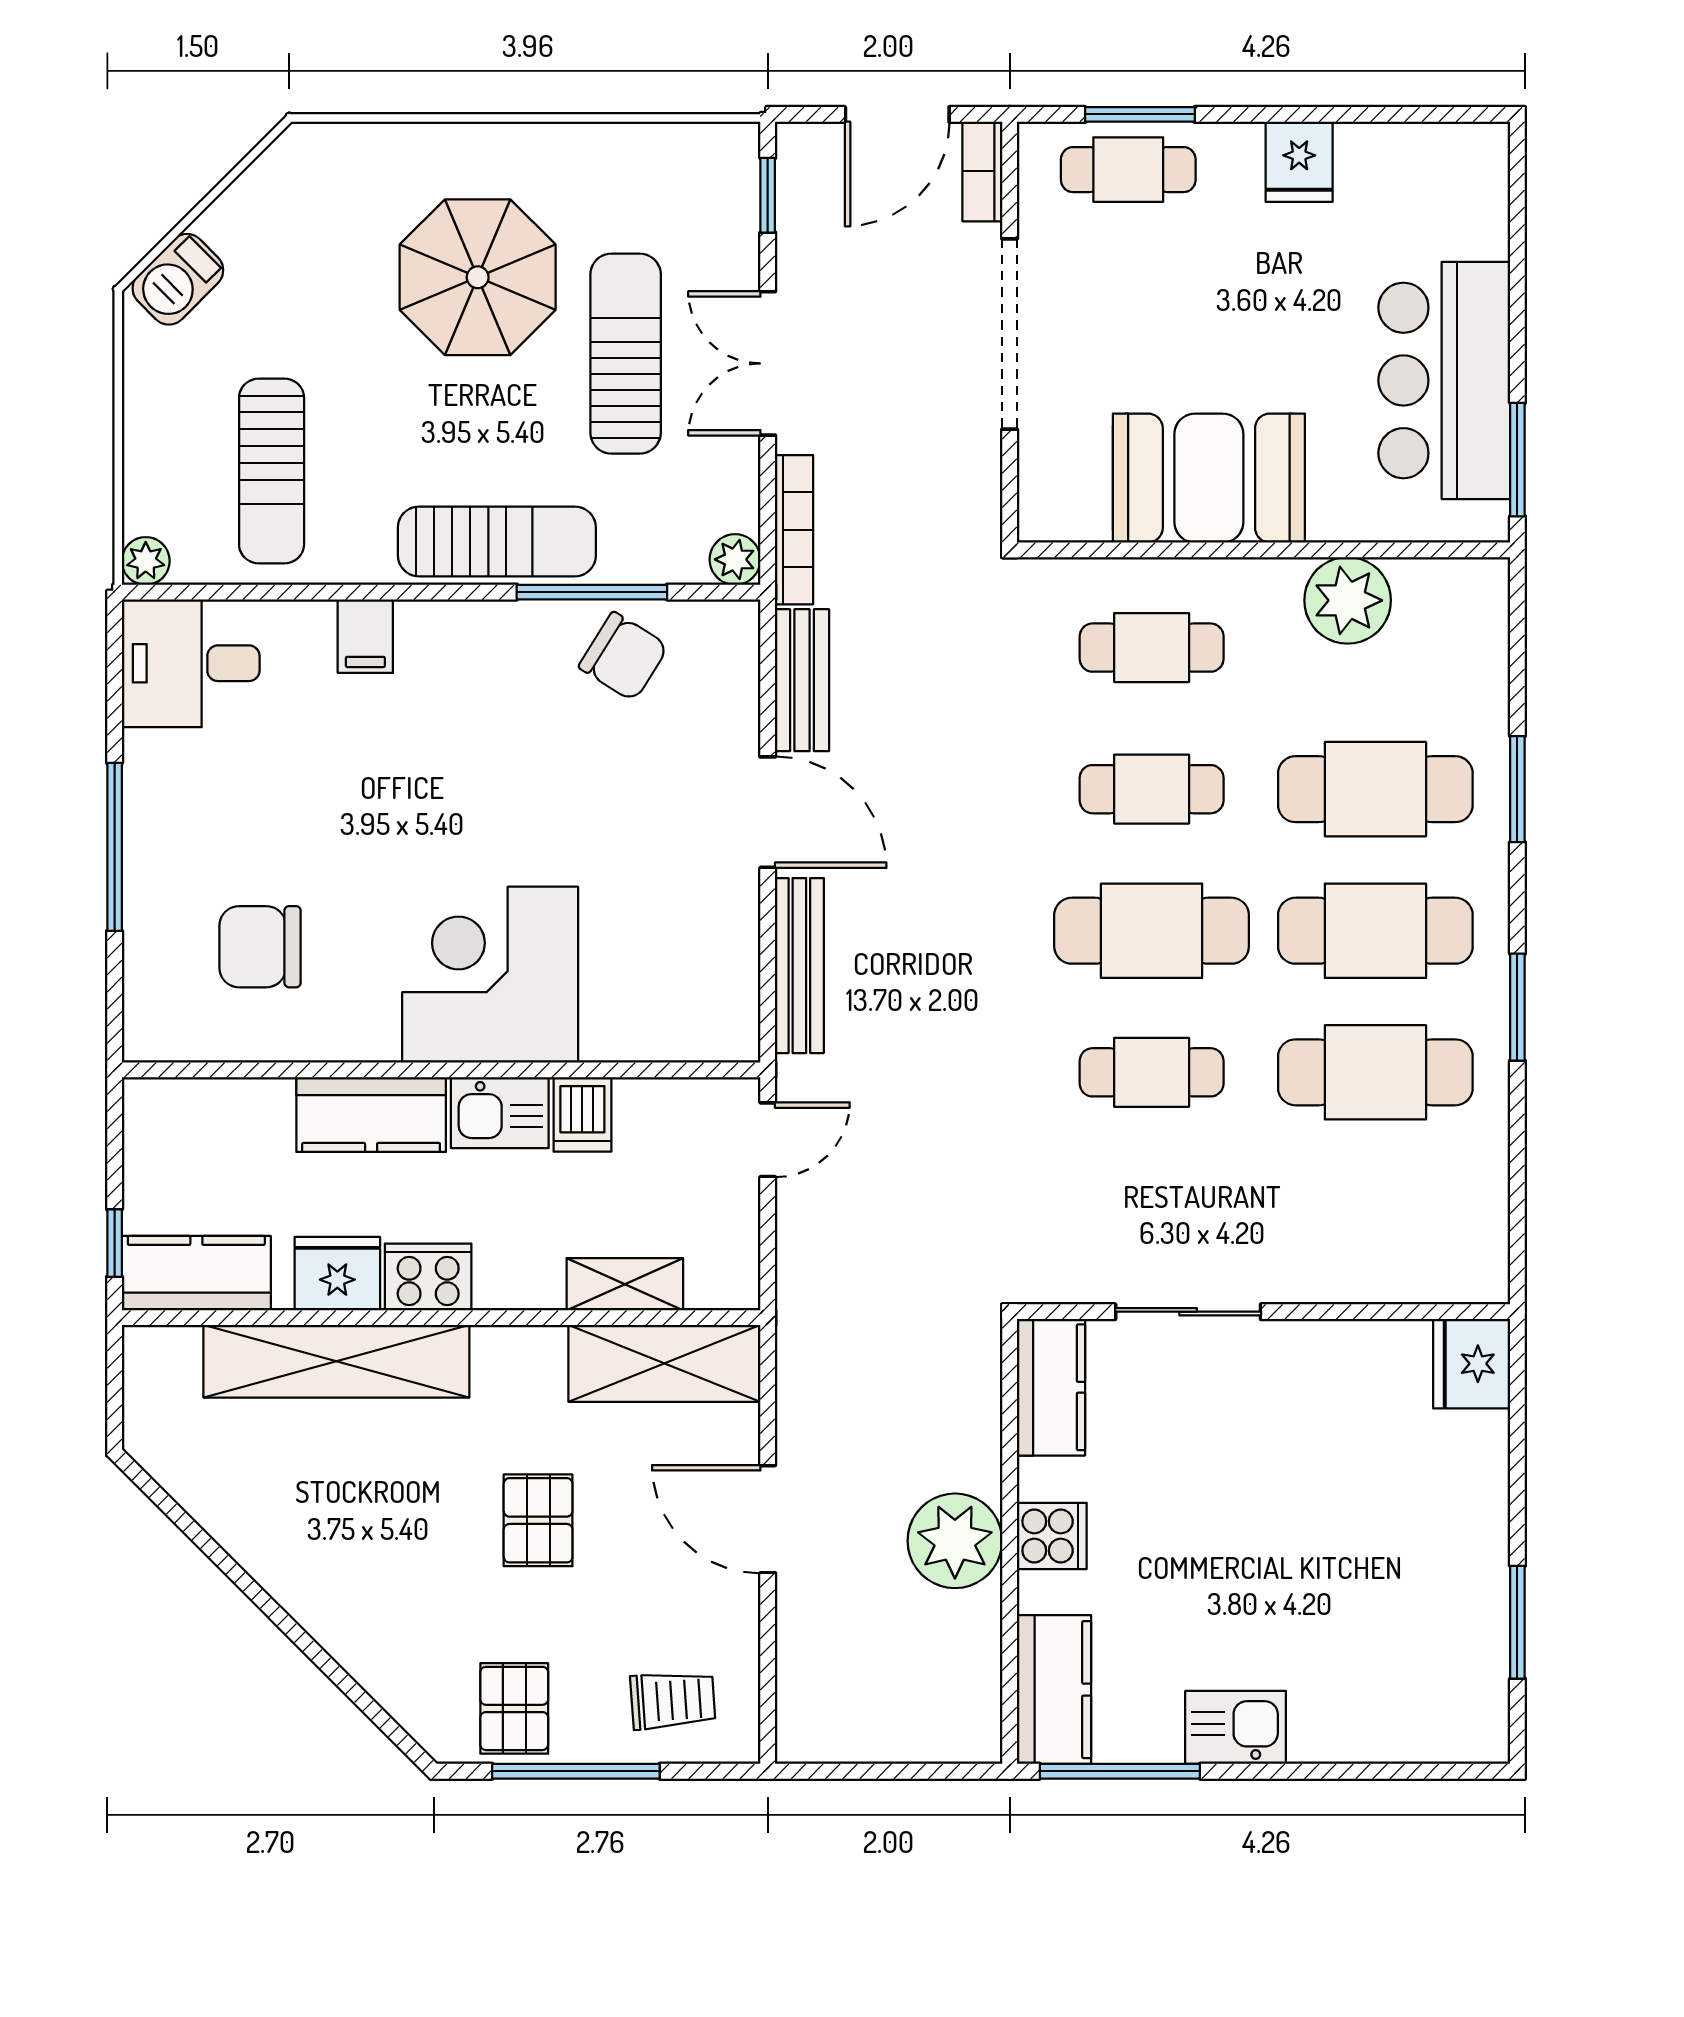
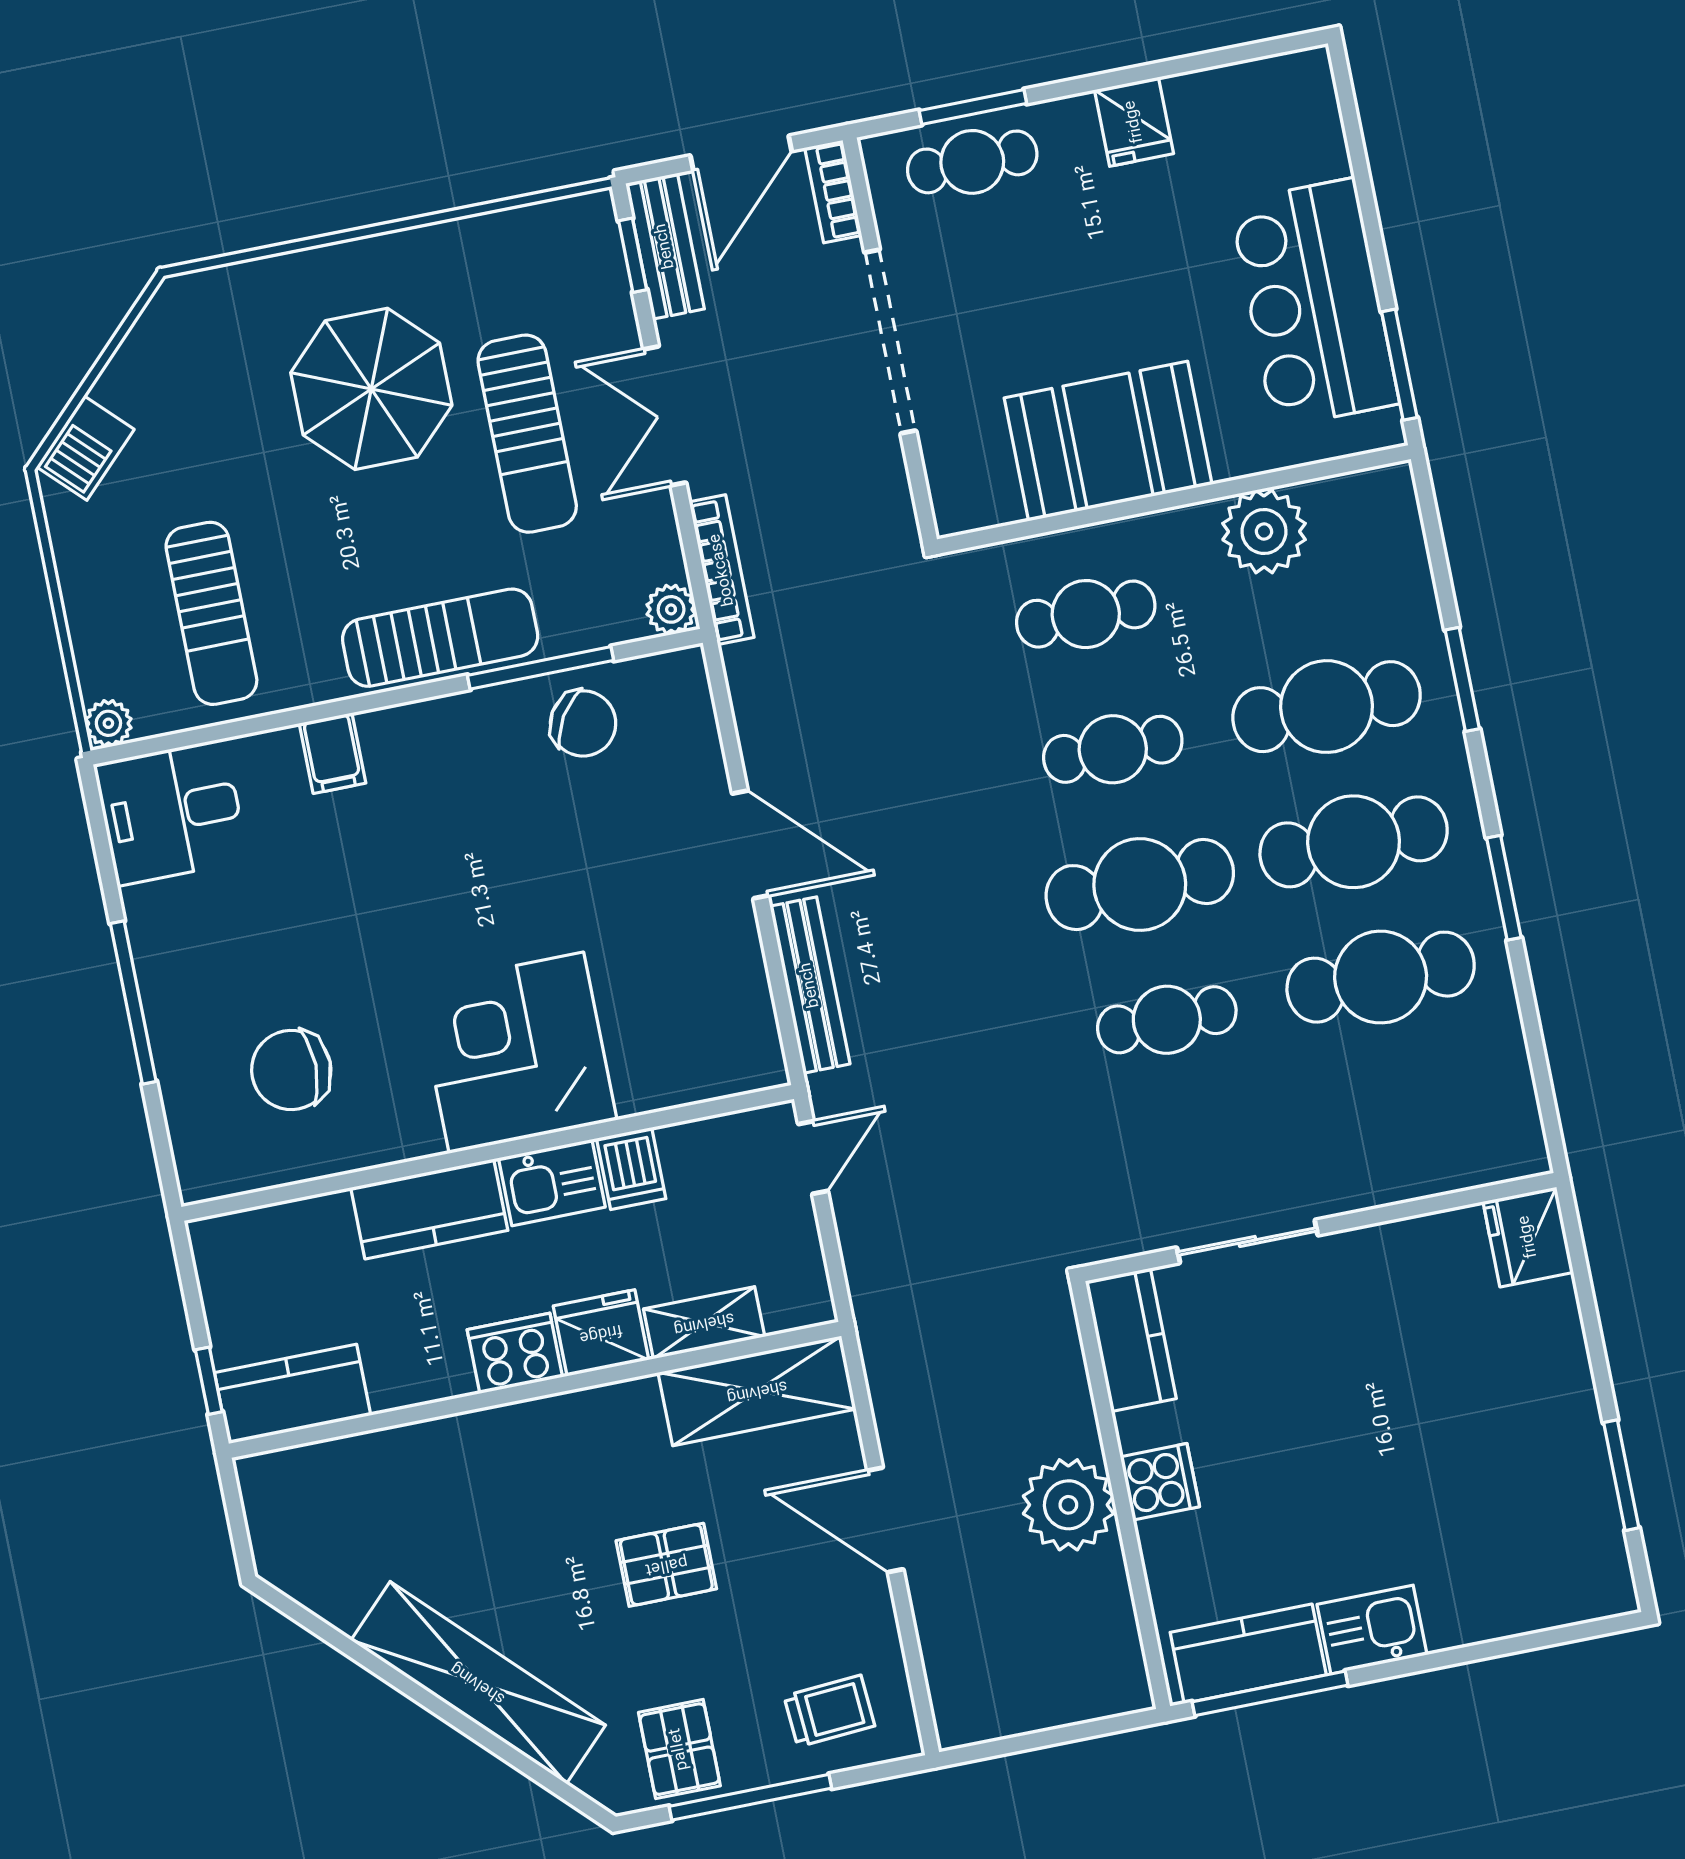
sun lounger: (626, 354) -> (527, 434), turned 180
bench: (802, 680) -> (665, 246), moved
fridge: (337, 1274) -> (601, 1333), moved
shelving: (336, 1361) -> (478, 1683), moved, turned 45
pallet: (538, 1520) -> (666, 1565), turned 90
kitchen counter: (1054, 1690) -> (1248, 1654), moved, turned -90

